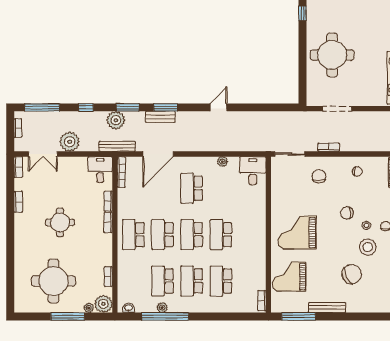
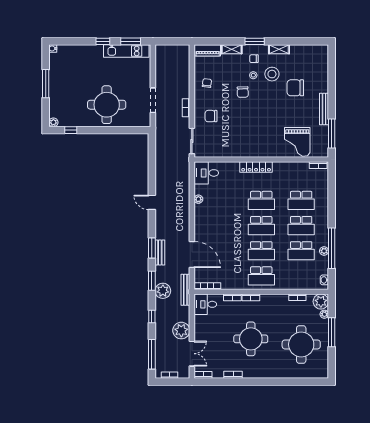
school desk: (192, 188) -> (221, 226), removed
round table: (60, 222) -> (251, 339), width x1.36, depth x1.36
locker: (260, 229) -> (256, 167), added
grand piano: (297, 233) -> (259, 135), removed
chair: (352, 274) -> (295, 88), turned -64

